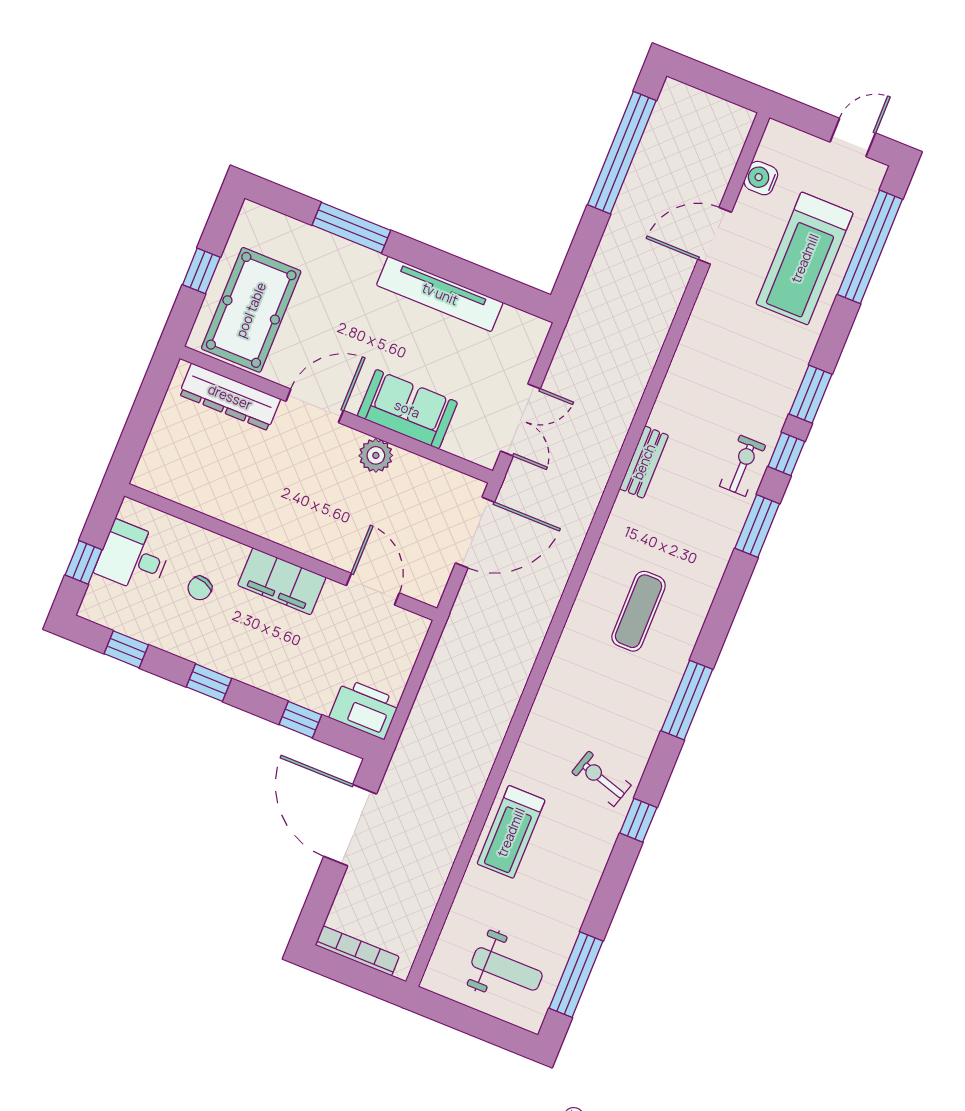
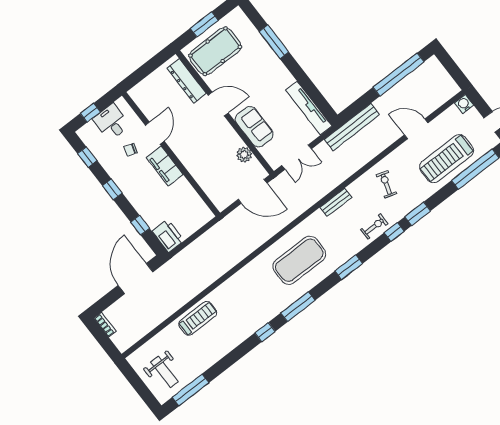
water cooler: (761, 178) -> (464, 104), moved
window: (201, 271) -> (204, 24), width x1.50
tv unit: (440, 294) -> (309, 108), moved
bench: (592, 303) -> (352, 127), added
plant: (376, 455) -> (244, 155), moved
window: (757, 526) -> (349, 267), moved
door: (373, 589) -> (155, 133), moved
exercise mat: (639, 611) -> (299, 260), width x2.00, depth x1.45
exercise bike: (601, 779) -> (386, 184), moved
window: (638, 820) -> (265, 332), moved
treadmill: (511, 832) -> (198, 318), turned 180
bookcase: (357, 951) -> (105, 325), width x0.64

